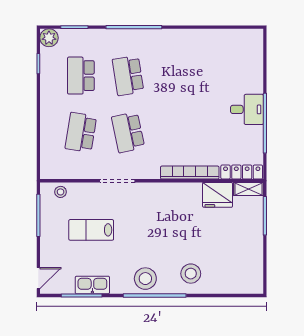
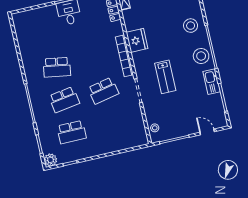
school desk: (81, 132) -> (57, 67), moved
bookcase: (190, 173) -> (124, 56), moved
fridge: (218, 195) -> (137, 40), moved
lab bench: (91, 230) -> (165, 77), moved
door: (38, 278) -> (207, 132), moved
kitchen sink: (92, 285) -> (212, 82), moved

